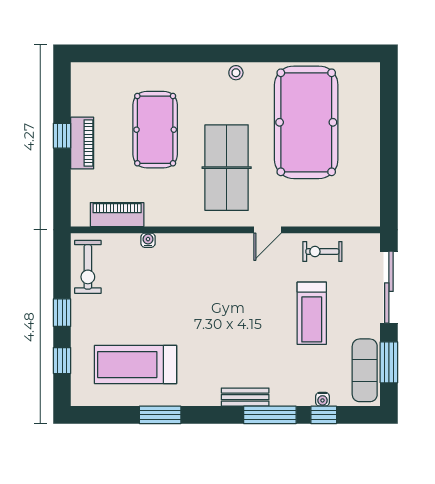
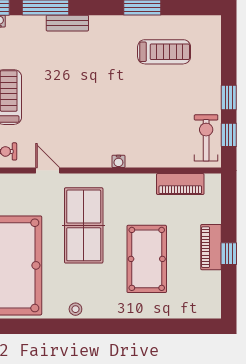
door: (268, 230) -> (48, 171), hinge flipped
water cooler: (148, 240) -> (118, 161), moved
window: (62, 361) -> (229, 135), moved
treadmill: (136, 365) -> (164, 52), width x0.73, depth x0.73

